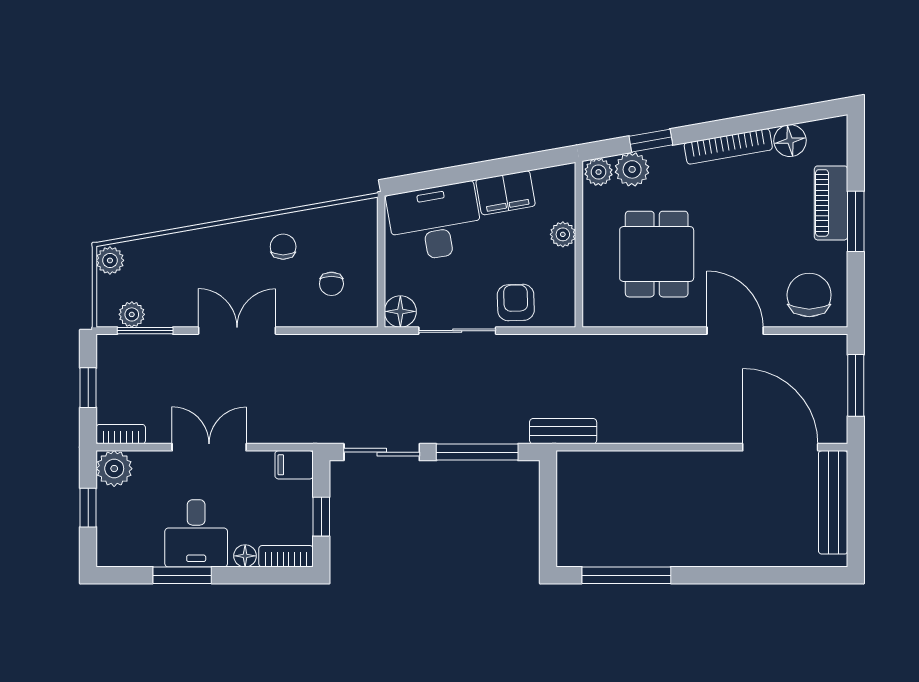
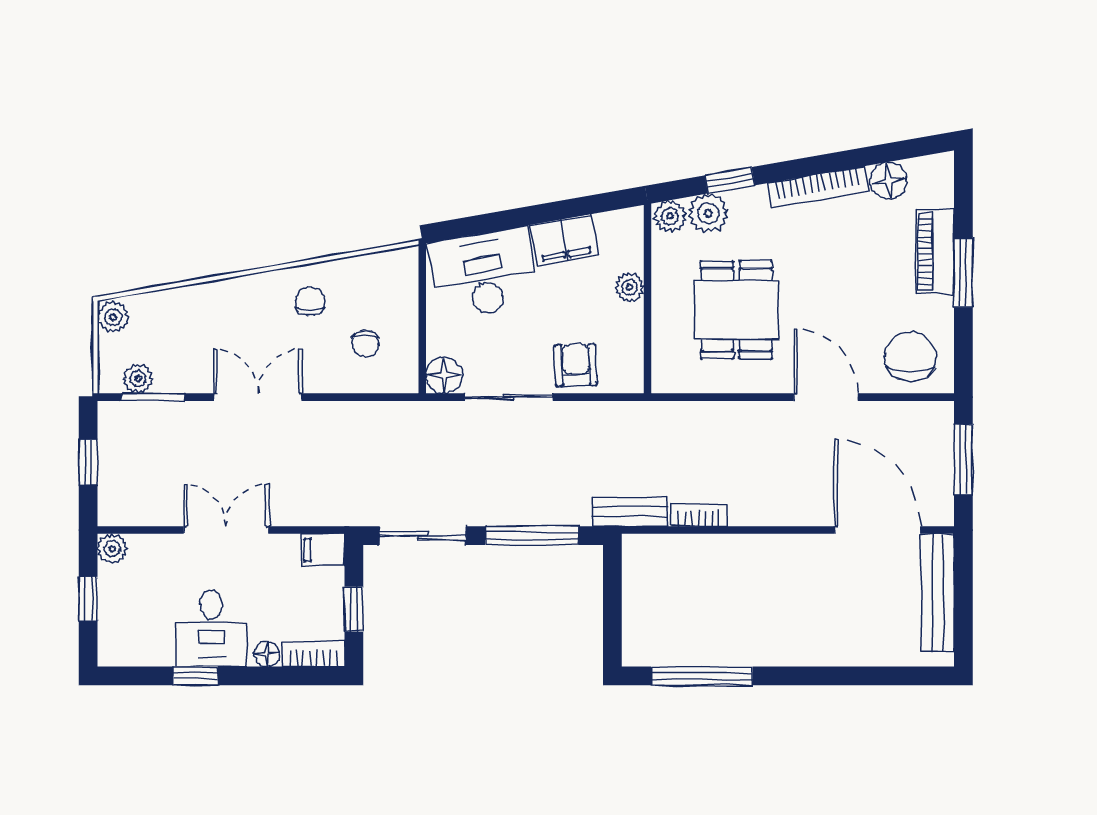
bookcase: (121, 434) -> (699, 515), moved
plant: (114, 469) -> (112, 549), width x0.73, depth x0.73
window: (182, 575) -> (195, 676), width x0.67

